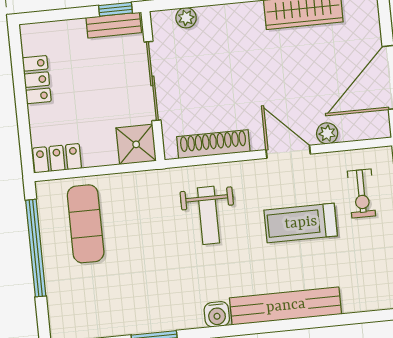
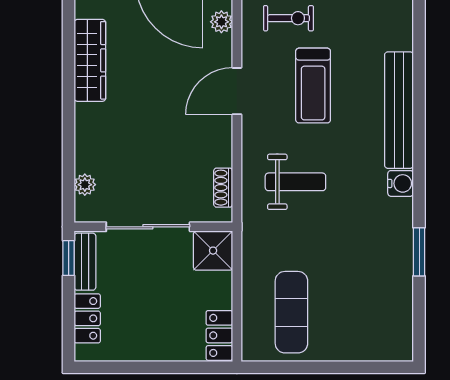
locker: (37, 80) -> (87, 318), moved, turned 90
plant: (327, 133) -> (221, 22), moved
shoe rack: (213, 144) -> (223, 188), width x0.51, depth x0.81
exercise mat: (86, 224) -> (291, 312), turned 90
window: (36, 248) -> (312, 367), removed

